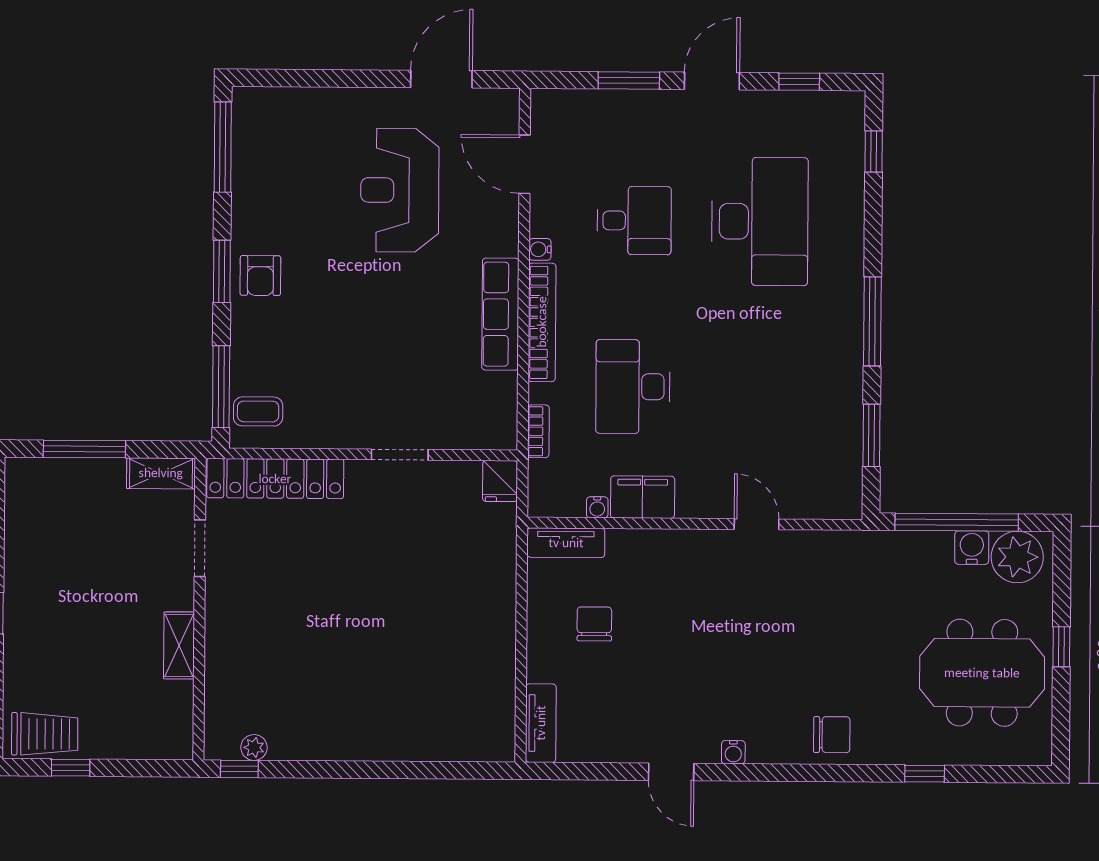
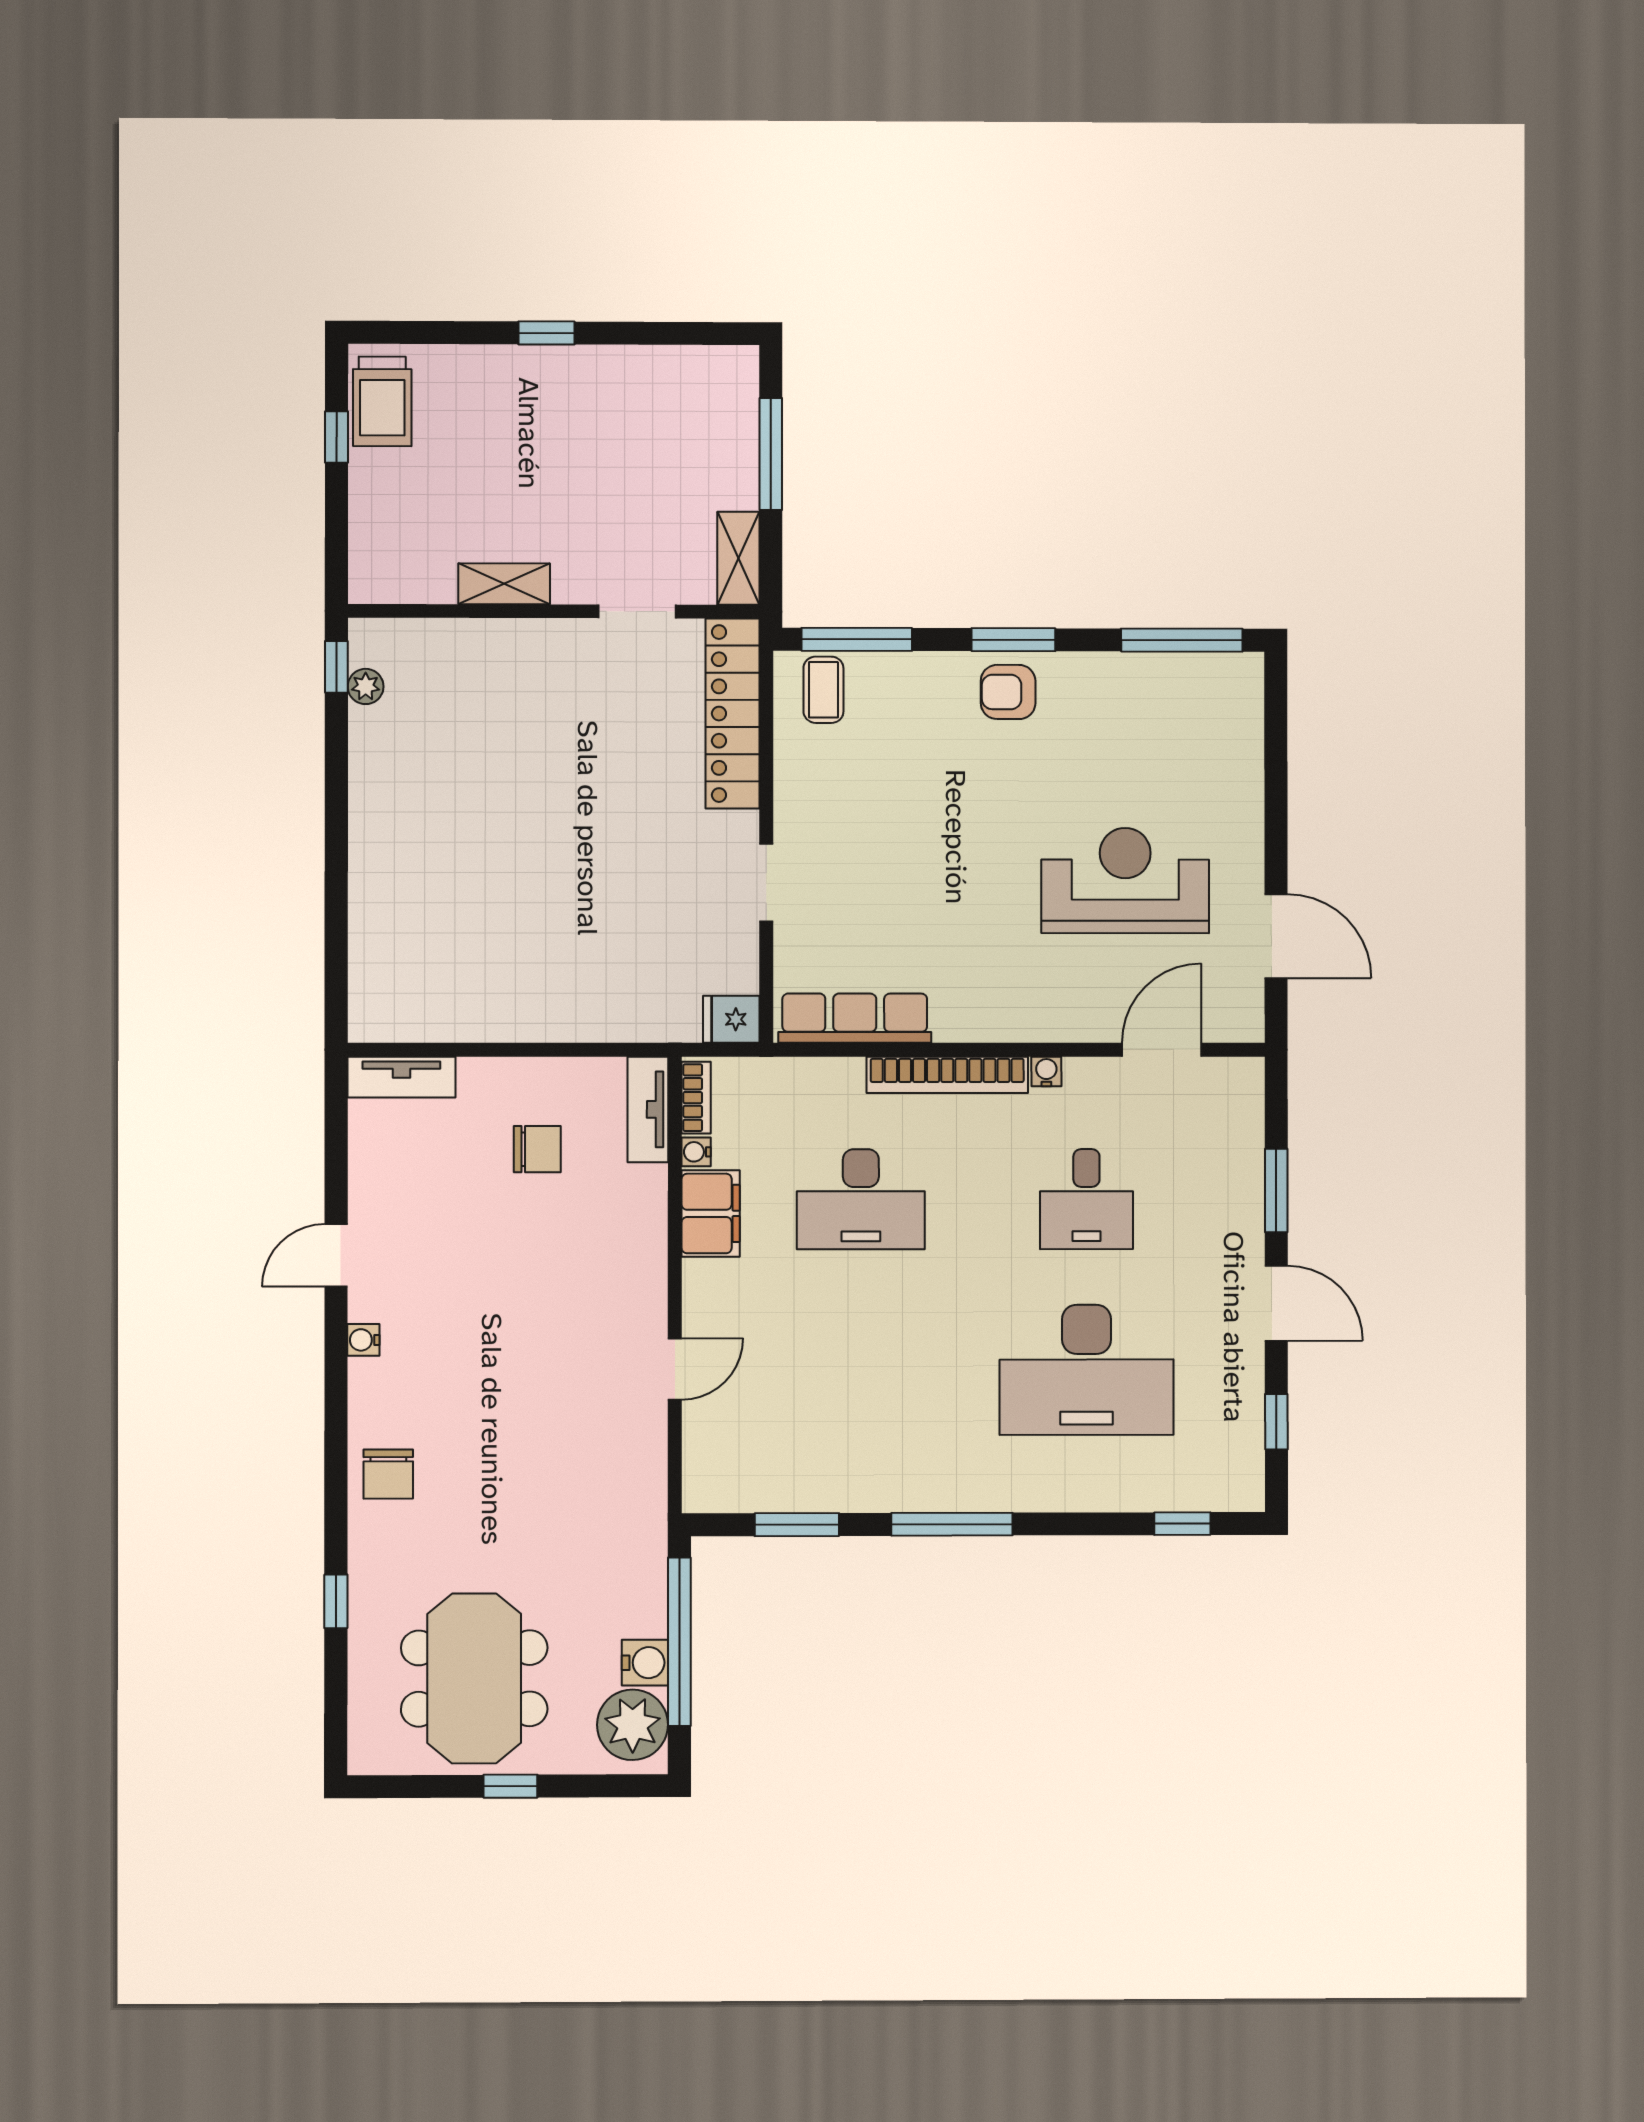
row of seats: (500, 314) -> (855, 1018), moved
desk: (633, 387) -> (861, 1199), turned 180
bookcase: (538, 431) -> (696, 1098), moved, turned -90

